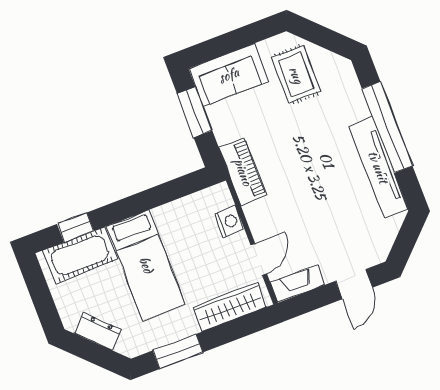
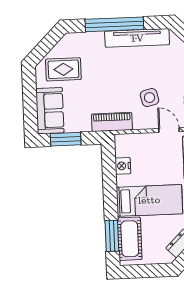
side table: (297, 215) -> (150, 98), added
nightstand: (229, 222) -> (123, 166), moved, turned -90
window: (75, 227) -> (112, 236), width x1.50

